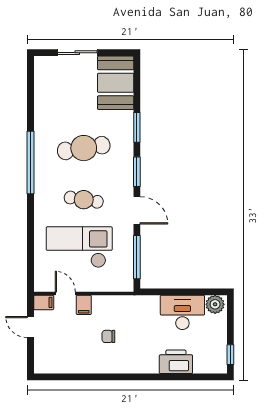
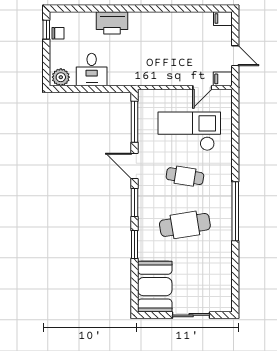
checkout: (79, 247) -> (189, 131), turned 180
door: (65, 293) -> (202, 88), hinge flipped
filing cabinet: (84, 305) -> (223, 19), moved, turned -90
desk: (182, 312) -> (92, 70), width x0.73
chair: (108, 336) -> (58, 33), moved
printer: (176, 362) -> (112, 23), moved

